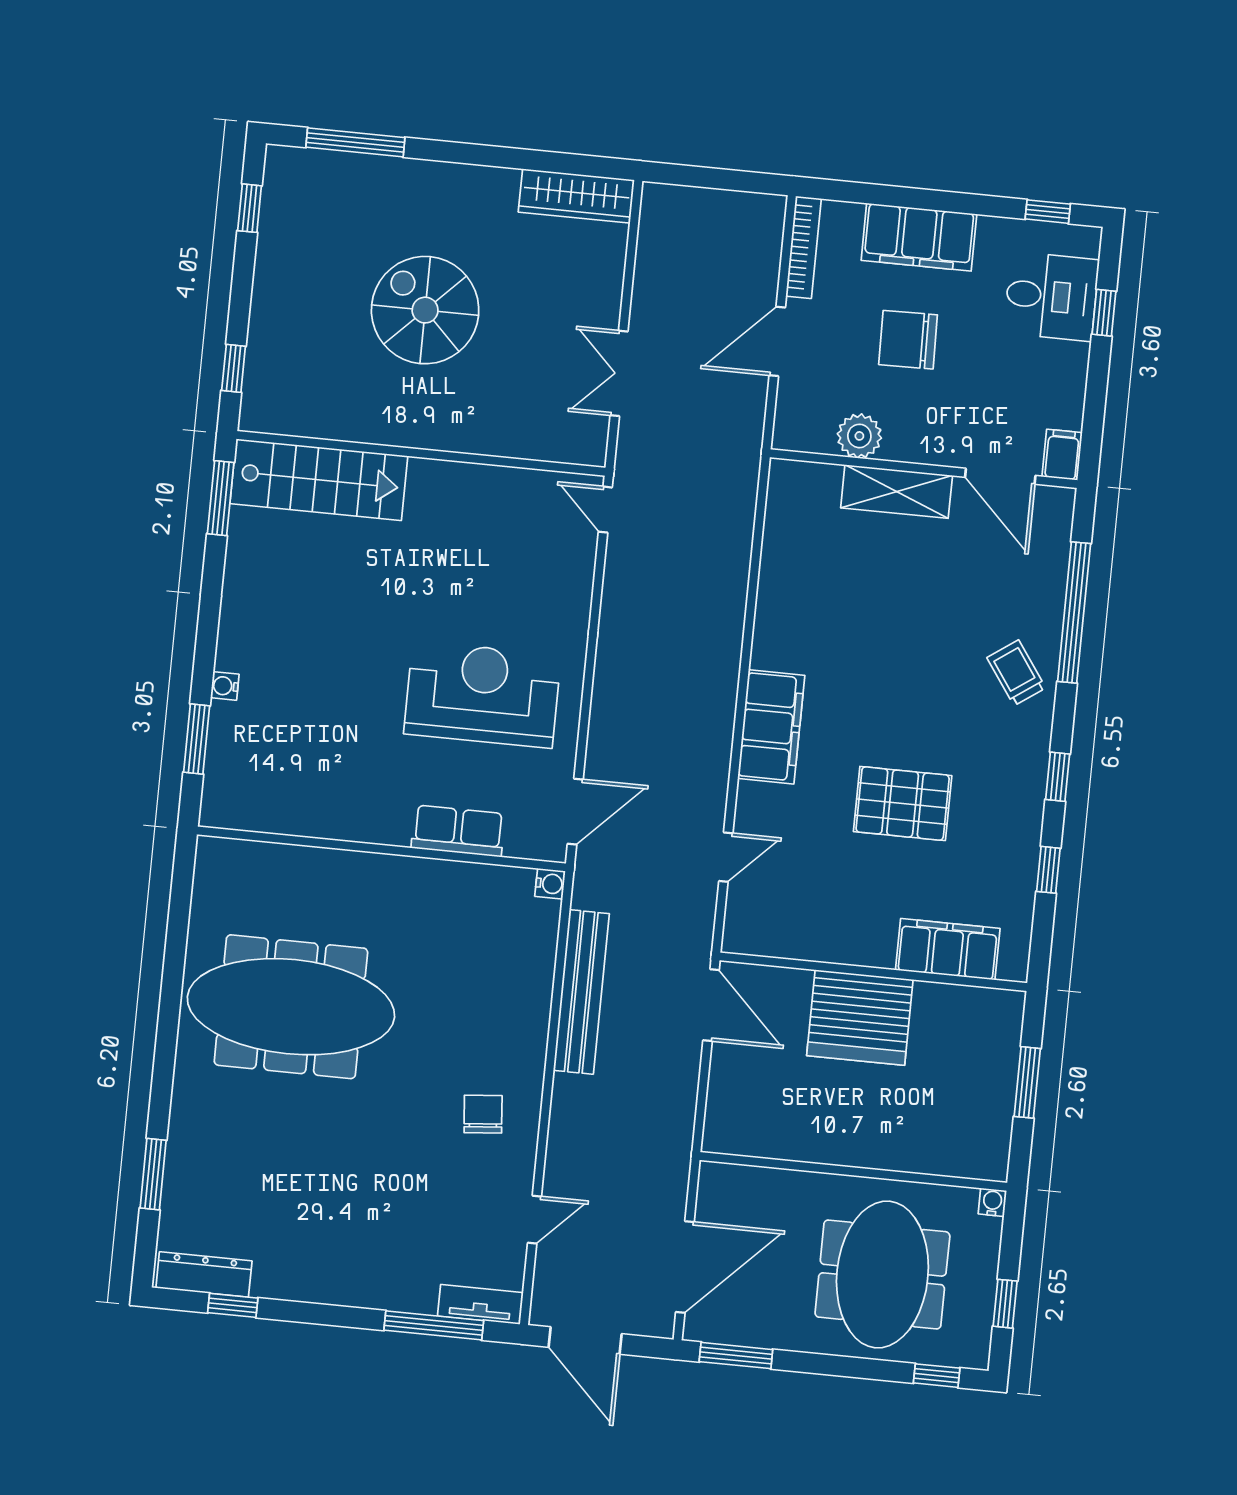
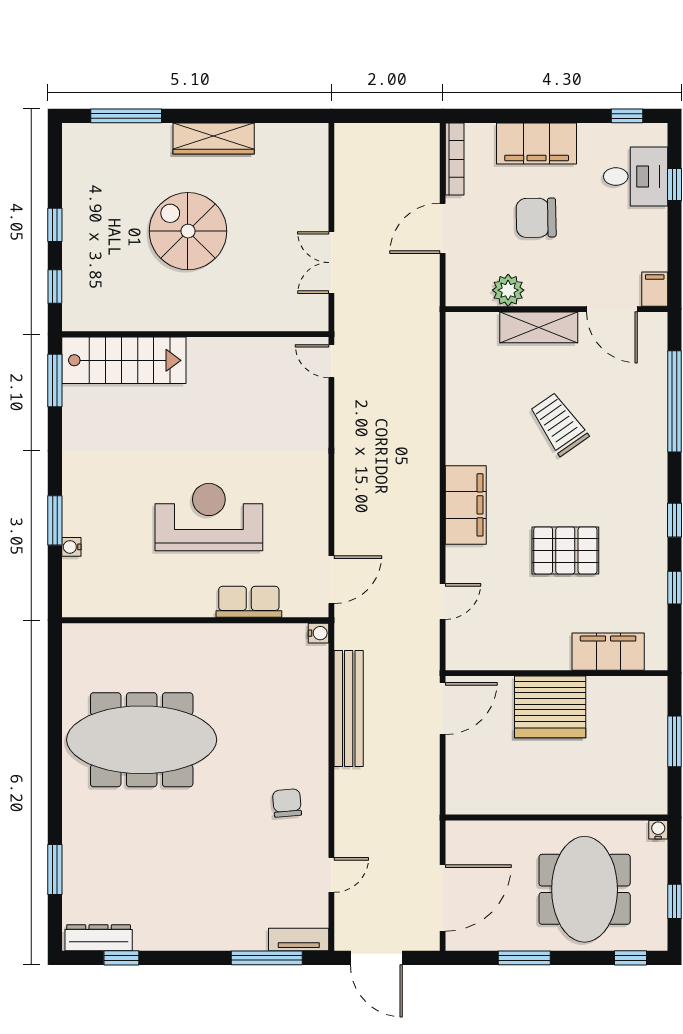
wardrobe: (576, 196) -> (214, 139), moved
window: (250, 208) -> (55, 225), moved
trolley: (1016, 673) -> (559, 424), moved, width x1.36, depth x1.39
water cooler: (225, 686) -> (71, 547), moved
reception desk: (482, 694) -> (209, 517), moved
window: (197, 739) -> (55, 520), moved
door: (711, 1005) -> (443, 709), hinge flipped
window: (736, 1356) -> (524, 958), moved

